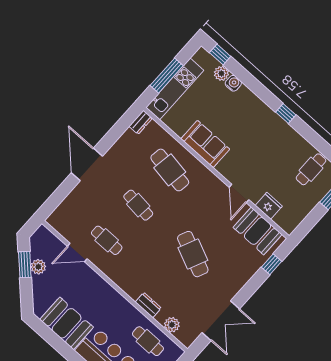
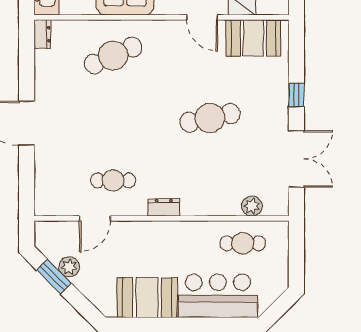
cafe table: (170, 170) -> (113, 56), turned -33
cafe table: (138, 205) -> (113, 118), removed
cafe table: (193, 254) -> (210, 118), turned -36
window: (271, 264) -> (296, 95), moved
dresser: (148, 305) -> (164, 207), moved

